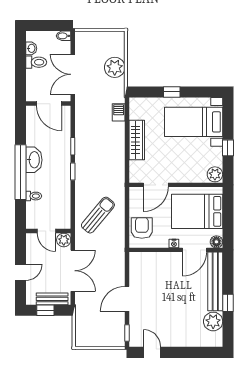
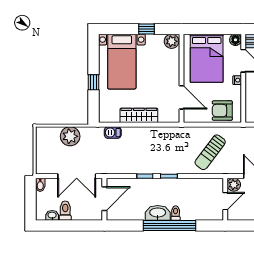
toilet: (34, 196) -> (176, 213), moved
sun lounger: (98, 215) -> (210, 152), turned -93

